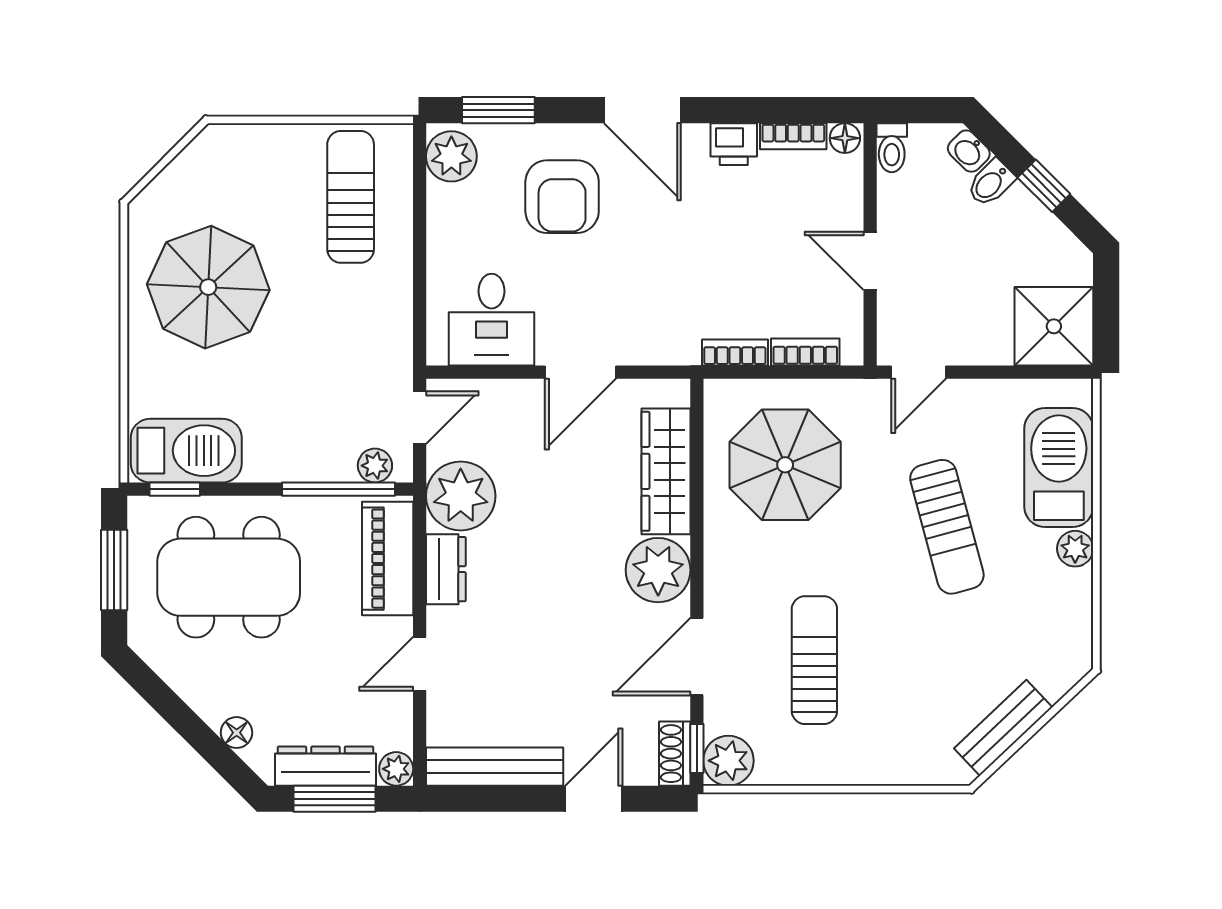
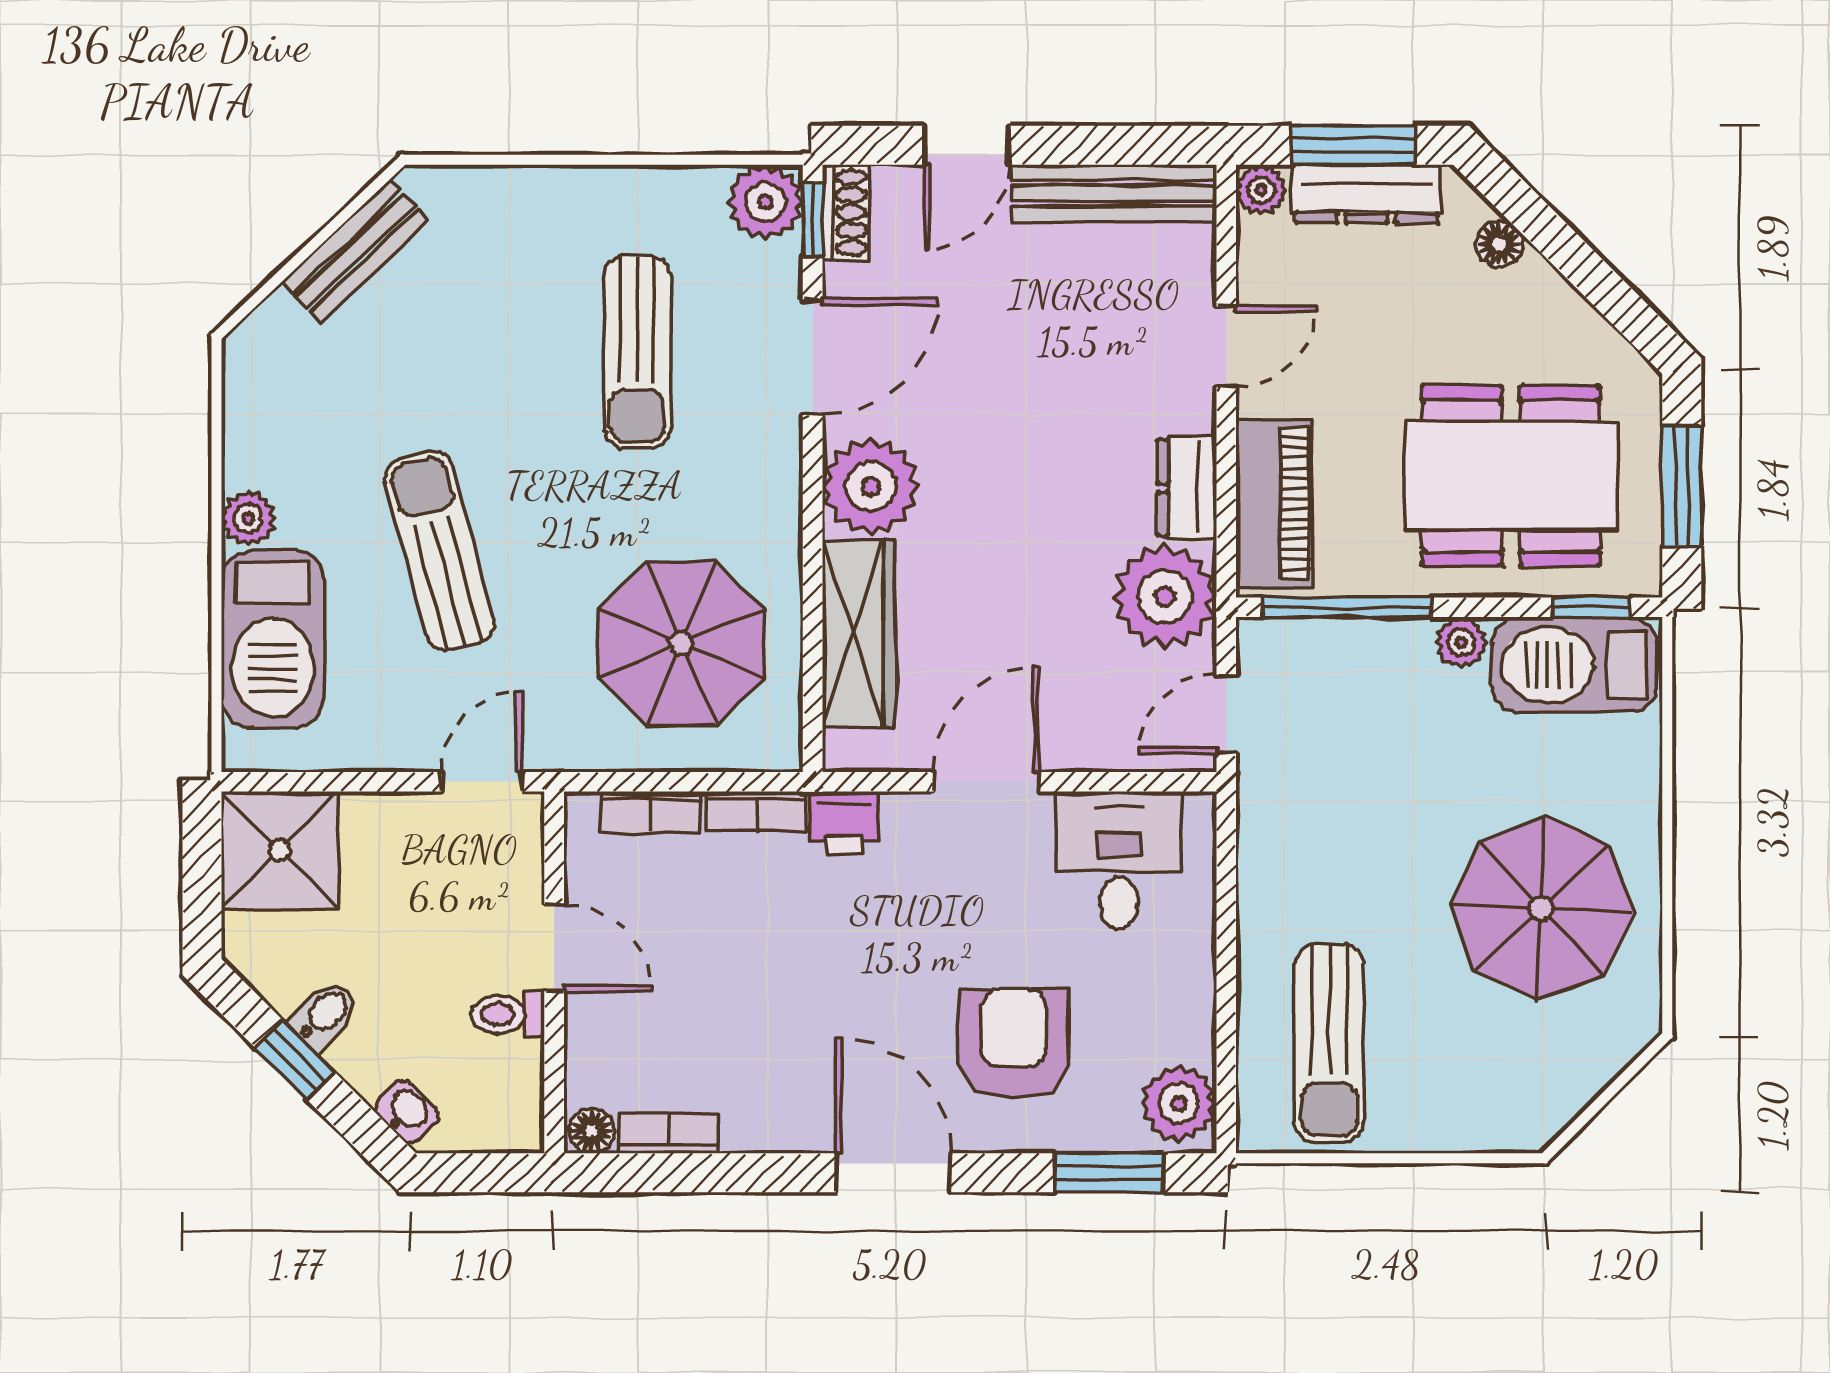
printer: (734, 144) -> (844, 823), moved, turned 180
toilet: (892, 148) -> (508, 1014), moved, turned -90
bidet: (991, 183) -> (324, 1014), moved
plant: (375, 466) -> (1461, 642), moved

